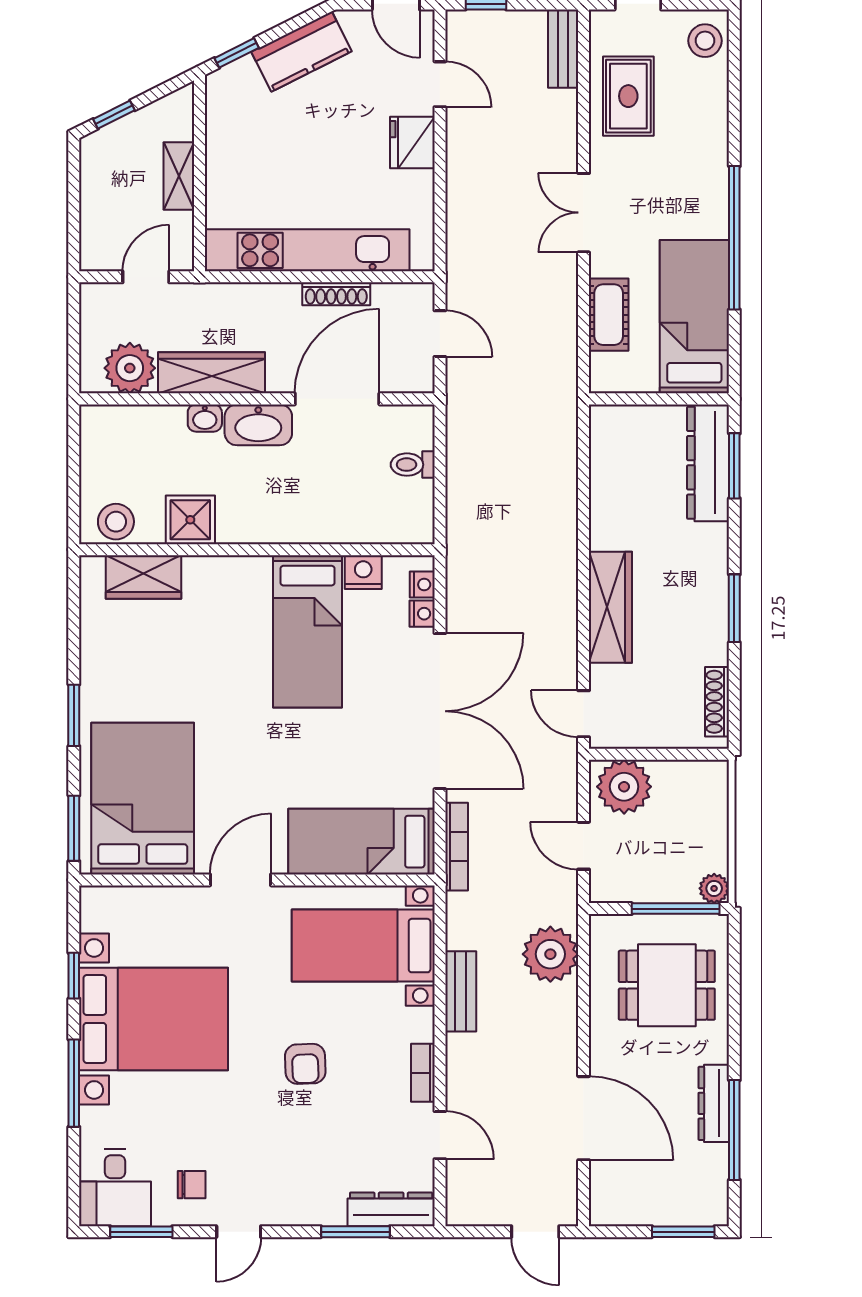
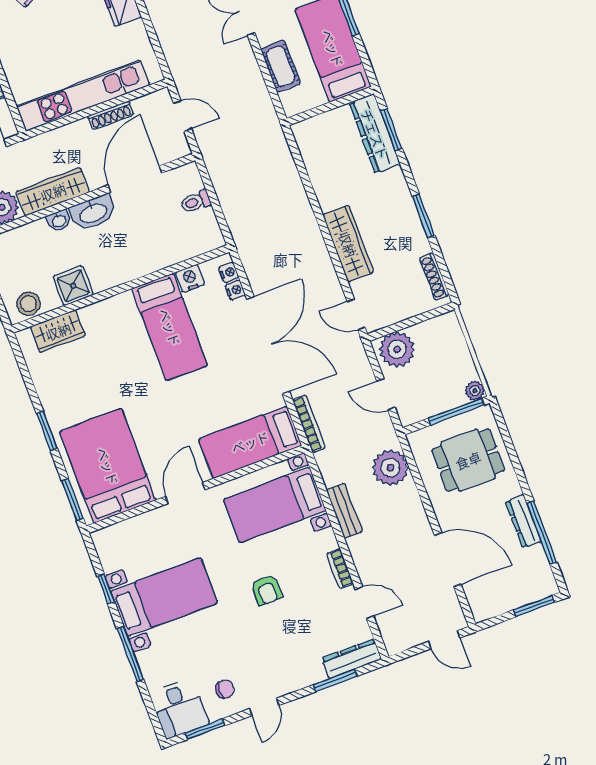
bed with nightstands: (154, 1019) -> (164, 597), width x0.73

